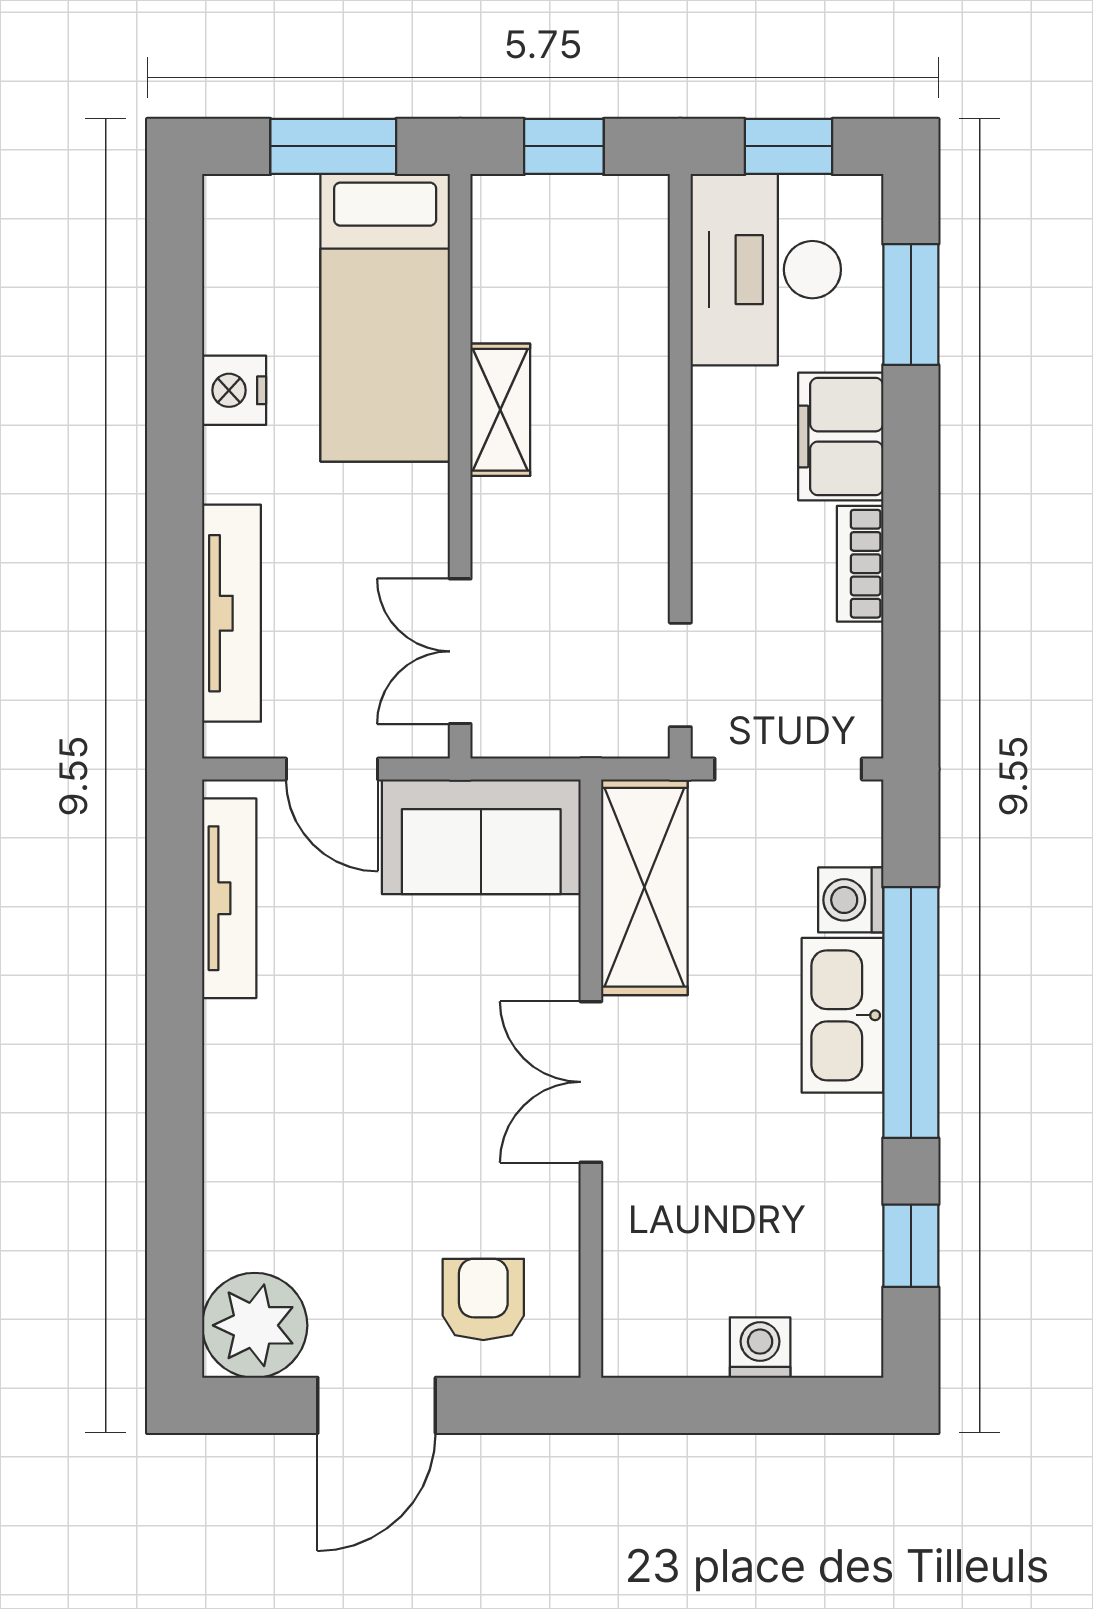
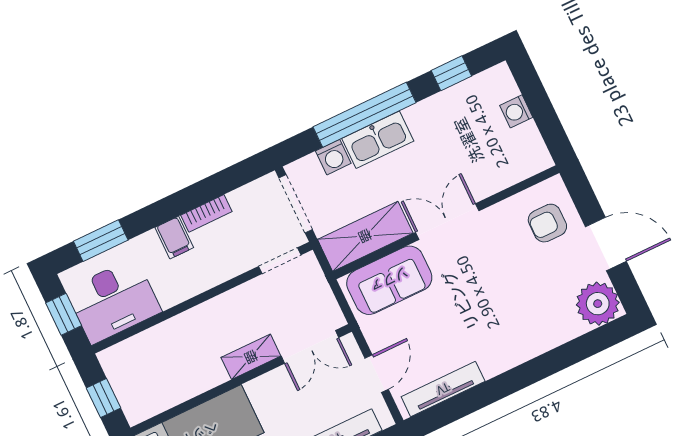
shelving: (500, 410) -> (251, 357), moved
filing cabinet: (841, 436) -> (174, 238), width x0.50
sofa: (481, 837) -> (389, 280), moved, turned 90
double door: (591, 1082) -> (447, 222), swing flipped

